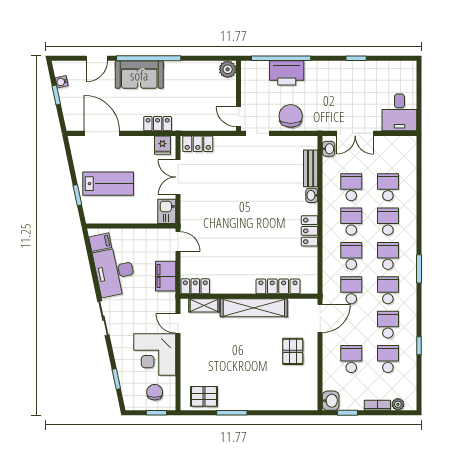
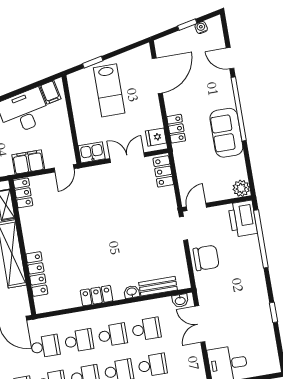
printer: (287, 73) -> (243, 219), moved
sofa: (139, 75) -> (226, 133), moved

